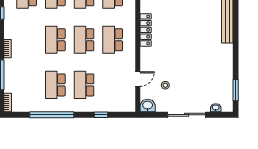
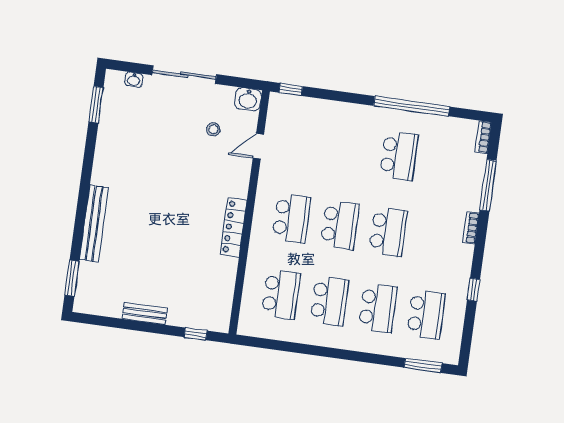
school desk: (84, 85) -> (350, 149), removed
window: (101, 115) -> (291, 89), moved

